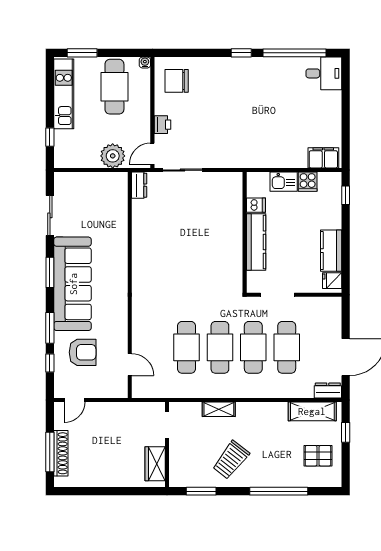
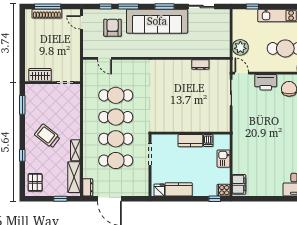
printer: (162, 125) -> (266, 82), width x1.87, depth x1.48
cooker: (308, 182) -> (224, 190), moved
dresser: (139, 185) -> (200, 64), moved
kitchen counter: (256, 242) -> (190, 141), width x0.67
armchair: (83, 352) -> (113, 28), turned 180
door: (130, 365) -> (105, 58), hinge flipped
shelving: (219, 409) -> (75, 150), moved
pallet: (318, 456) -> (35, 182), moved
trolley: (231, 460) -> (47, 136), moved
window: (279, 491) -> (22, 155), width x0.32

